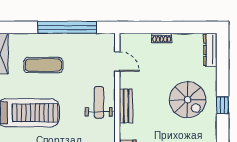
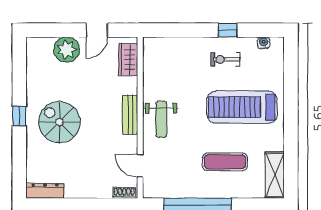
shoe rack: (162, 38) -> (124, 193), moved
dresser: (210, 50) -> (45, 191), moved, turned -90

